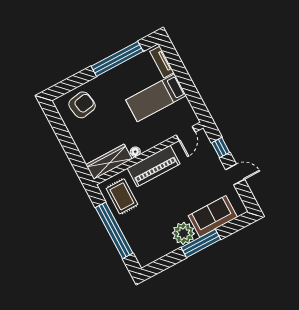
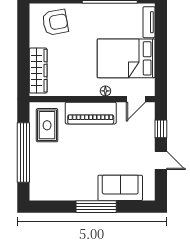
bed: (156, 98) -> (126, 58), width x1.50
floor lamp: (135, 152) -> (105, 91), moved
wardrobe: (109, 162) -> (38, 71), moved, turned 90
plant: (183, 233) -> (85, 189), removed

